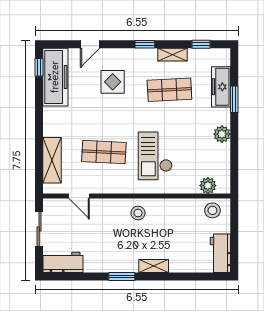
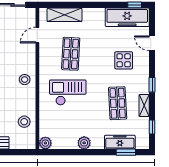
window: (234, 99) -> (126, 152), moved
plant: (208, 186) -> (45, 143), moved
stool: (212, 210) -> (24, 122), moved

